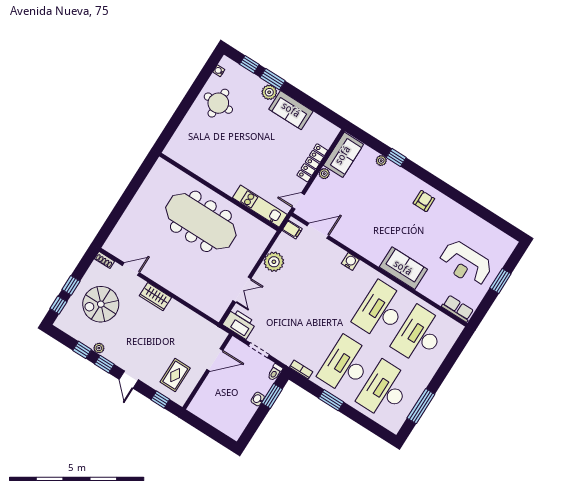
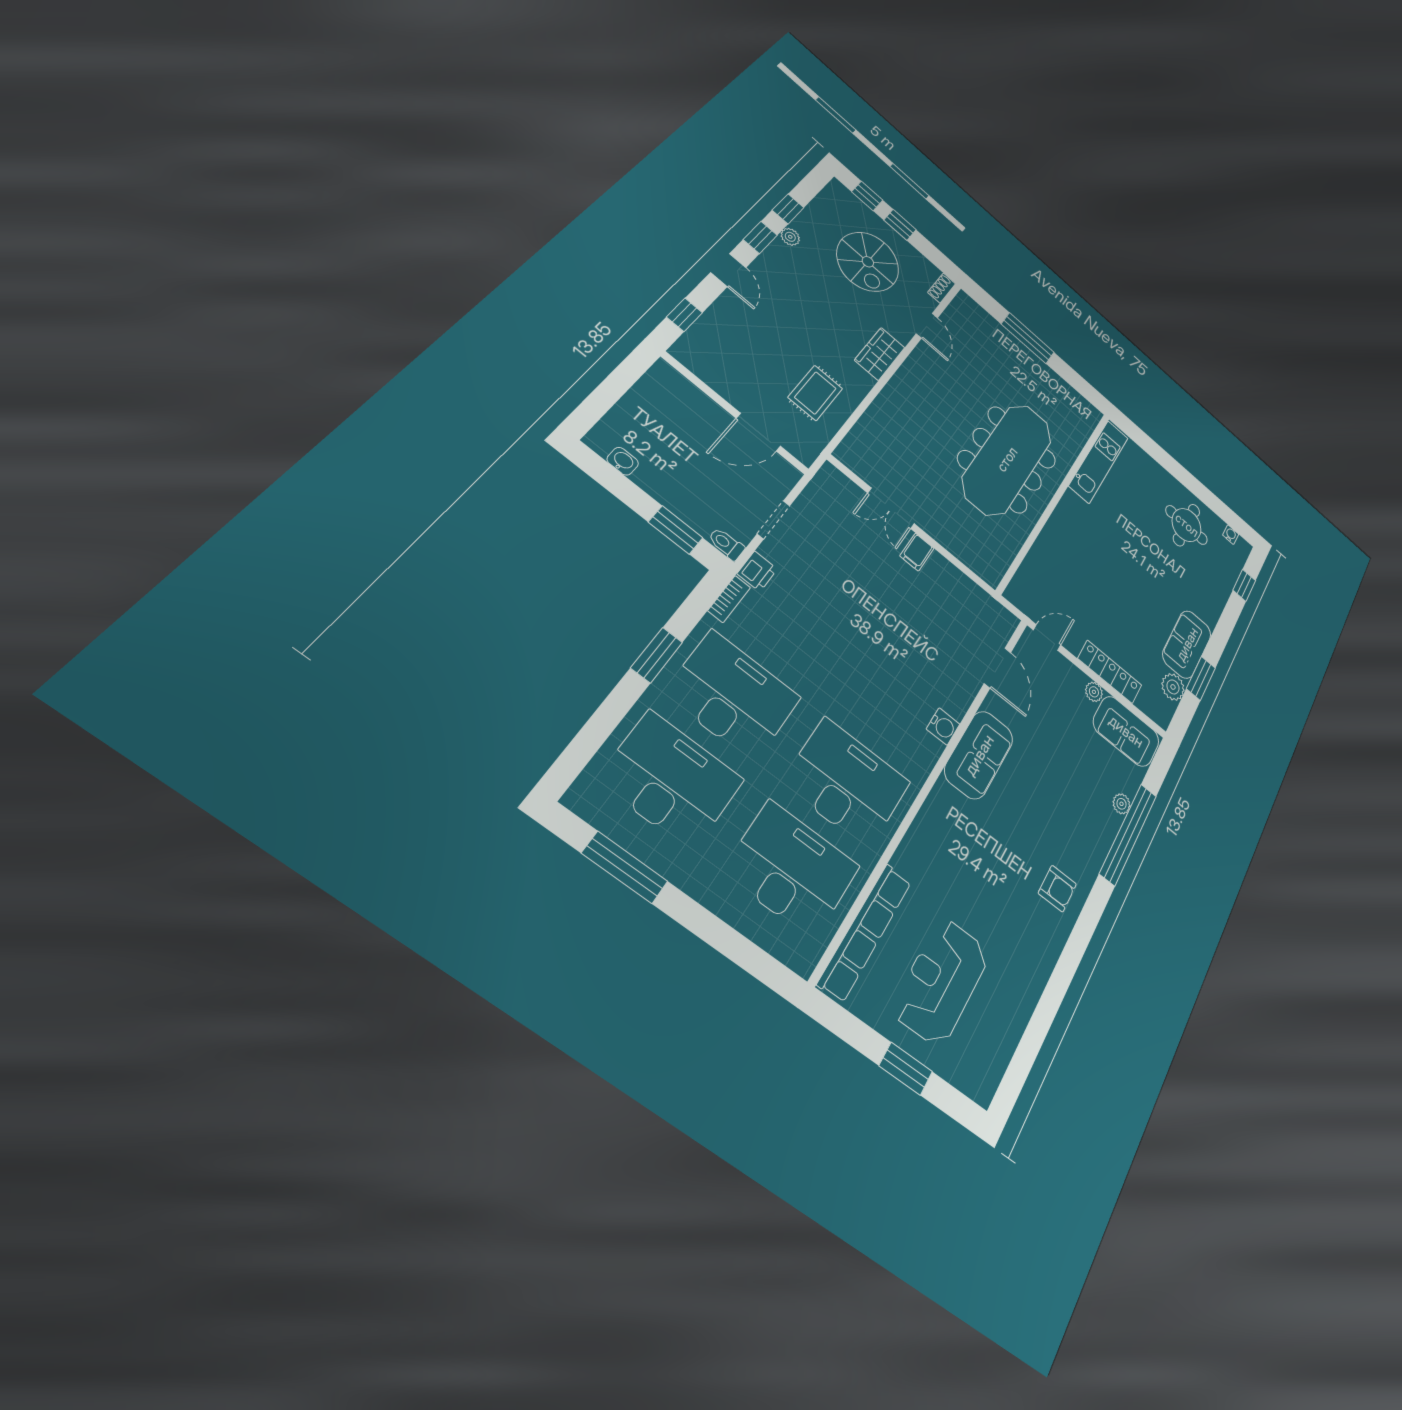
window: (273, 79) -> (1201, 678), moved
plant: (269, 92) -> (1173, 687), moved
window: (396, 158) -> (1128, 834), width x3.17
door: (298, 201) -> (1047, 638), hinge flipped
window: (122, 205) -> (1028, 338), added
kitchen unit: (260, 206) -> (1099, 462), moved
filing cabinet: (292, 230) -> (917, 552), moved
plant: (274, 262) -> (941, 576), removed
sofa: (403, 268) -> (979, 755), moved
spiral stairs: (101, 304) -> (868, 262), turned 180
row of seats: (458, 309) -> (865, 932), width x2.02
printer: (239, 324) -> (757, 571), moved, width x0.53, depth x0.68
door: (215, 360) -> (758, 432), hinge flipped
rug: (175, 375) -> (815, 393), moved, turned 90
door: (129, 380) -> (728, 270), swing flipped
washbasin: (258, 399) -> (623, 461), moved

